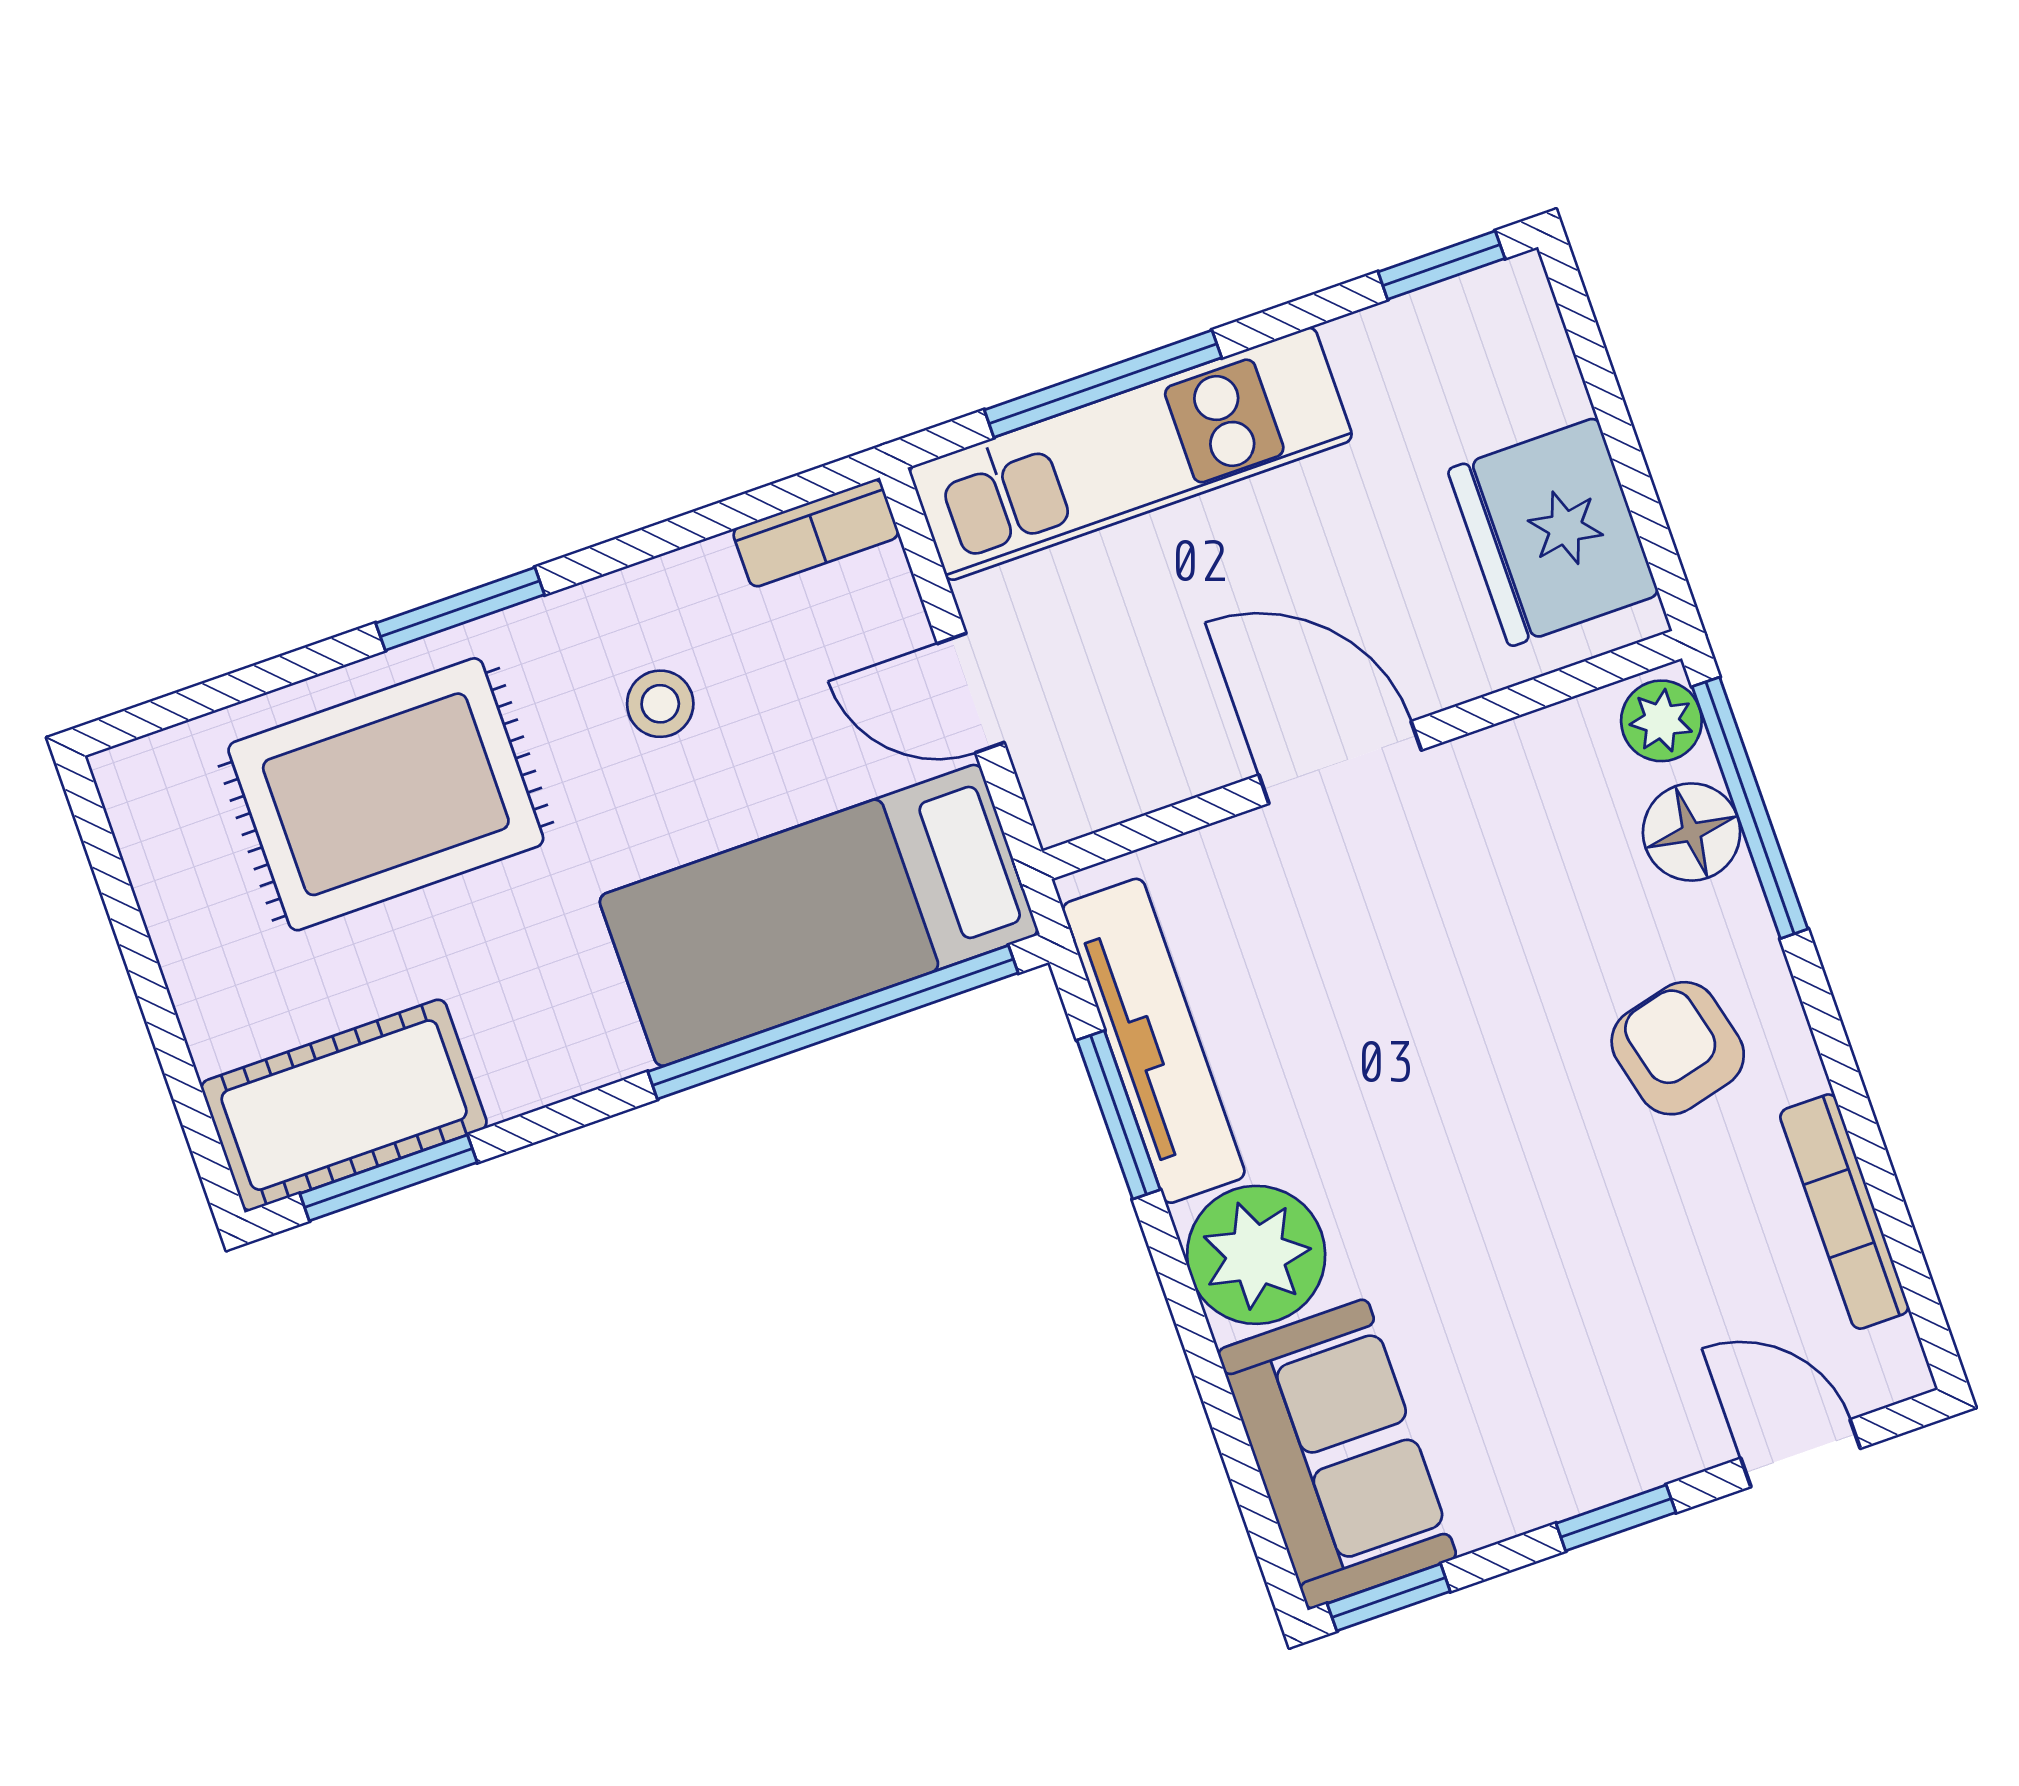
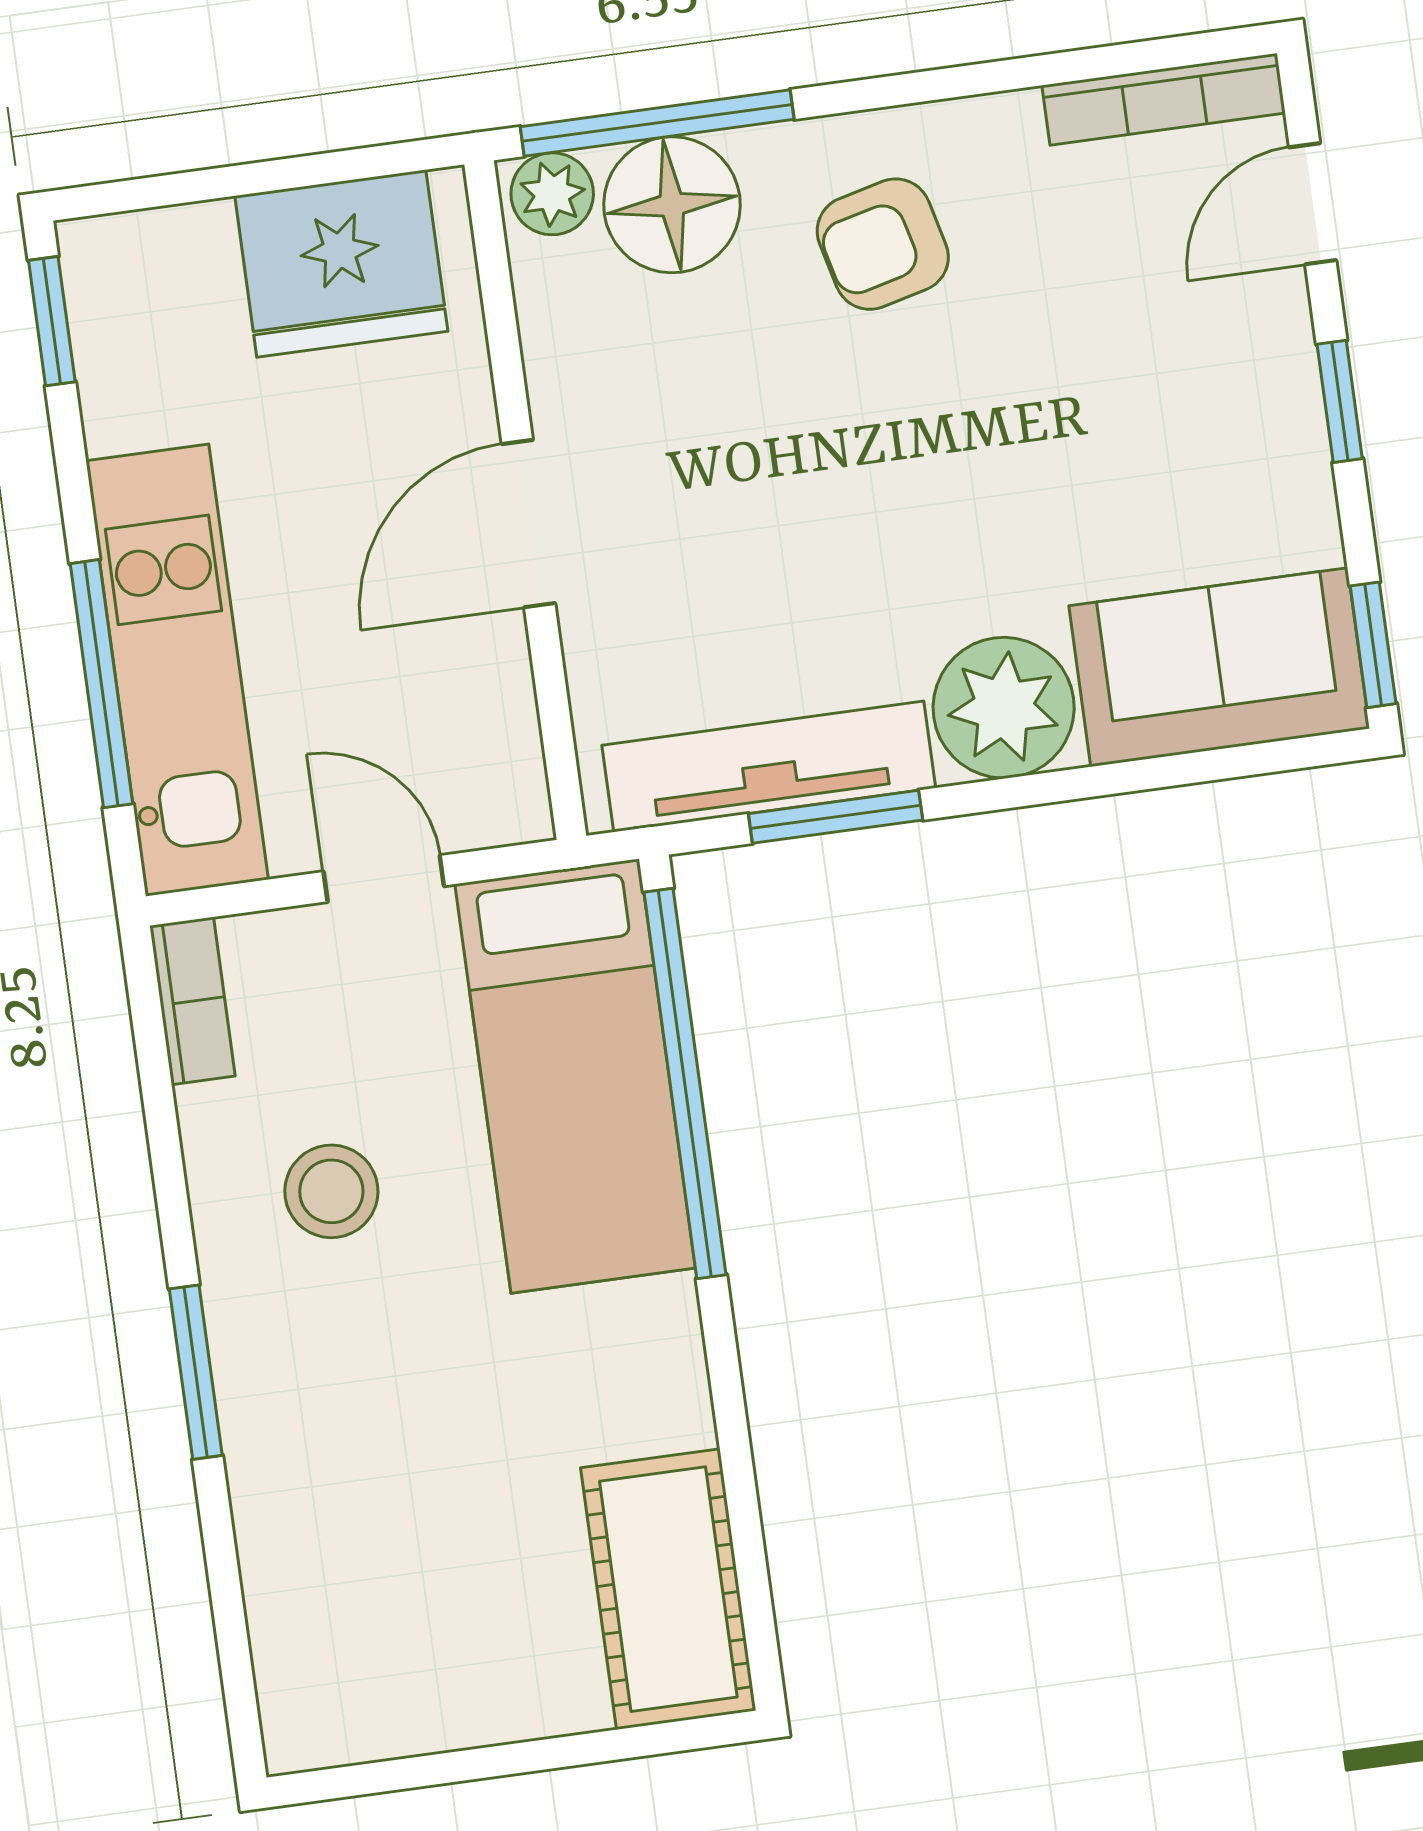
door: (971, 693) -> (384, 879), swing flipped
stool: (660, 704) -> (331, 1191), width x1.37, depth x1.37
rug: (386, 794) -> (366, 1484), removed
floor lamp: (1692, 832) -> (672, 205), width x1.38, depth x1.38
window: (388, 1178) -> (750, 1560), removed
bookcase: (1844, 1212) -> (1164, 99), moved

